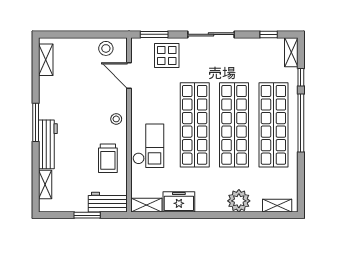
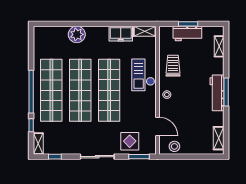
workbench: (48, 144) -> (217, 93), moved
workbench: (108, 202) -> (187, 33), moved
shelving: (277, 206) -> (49, 31), removed

